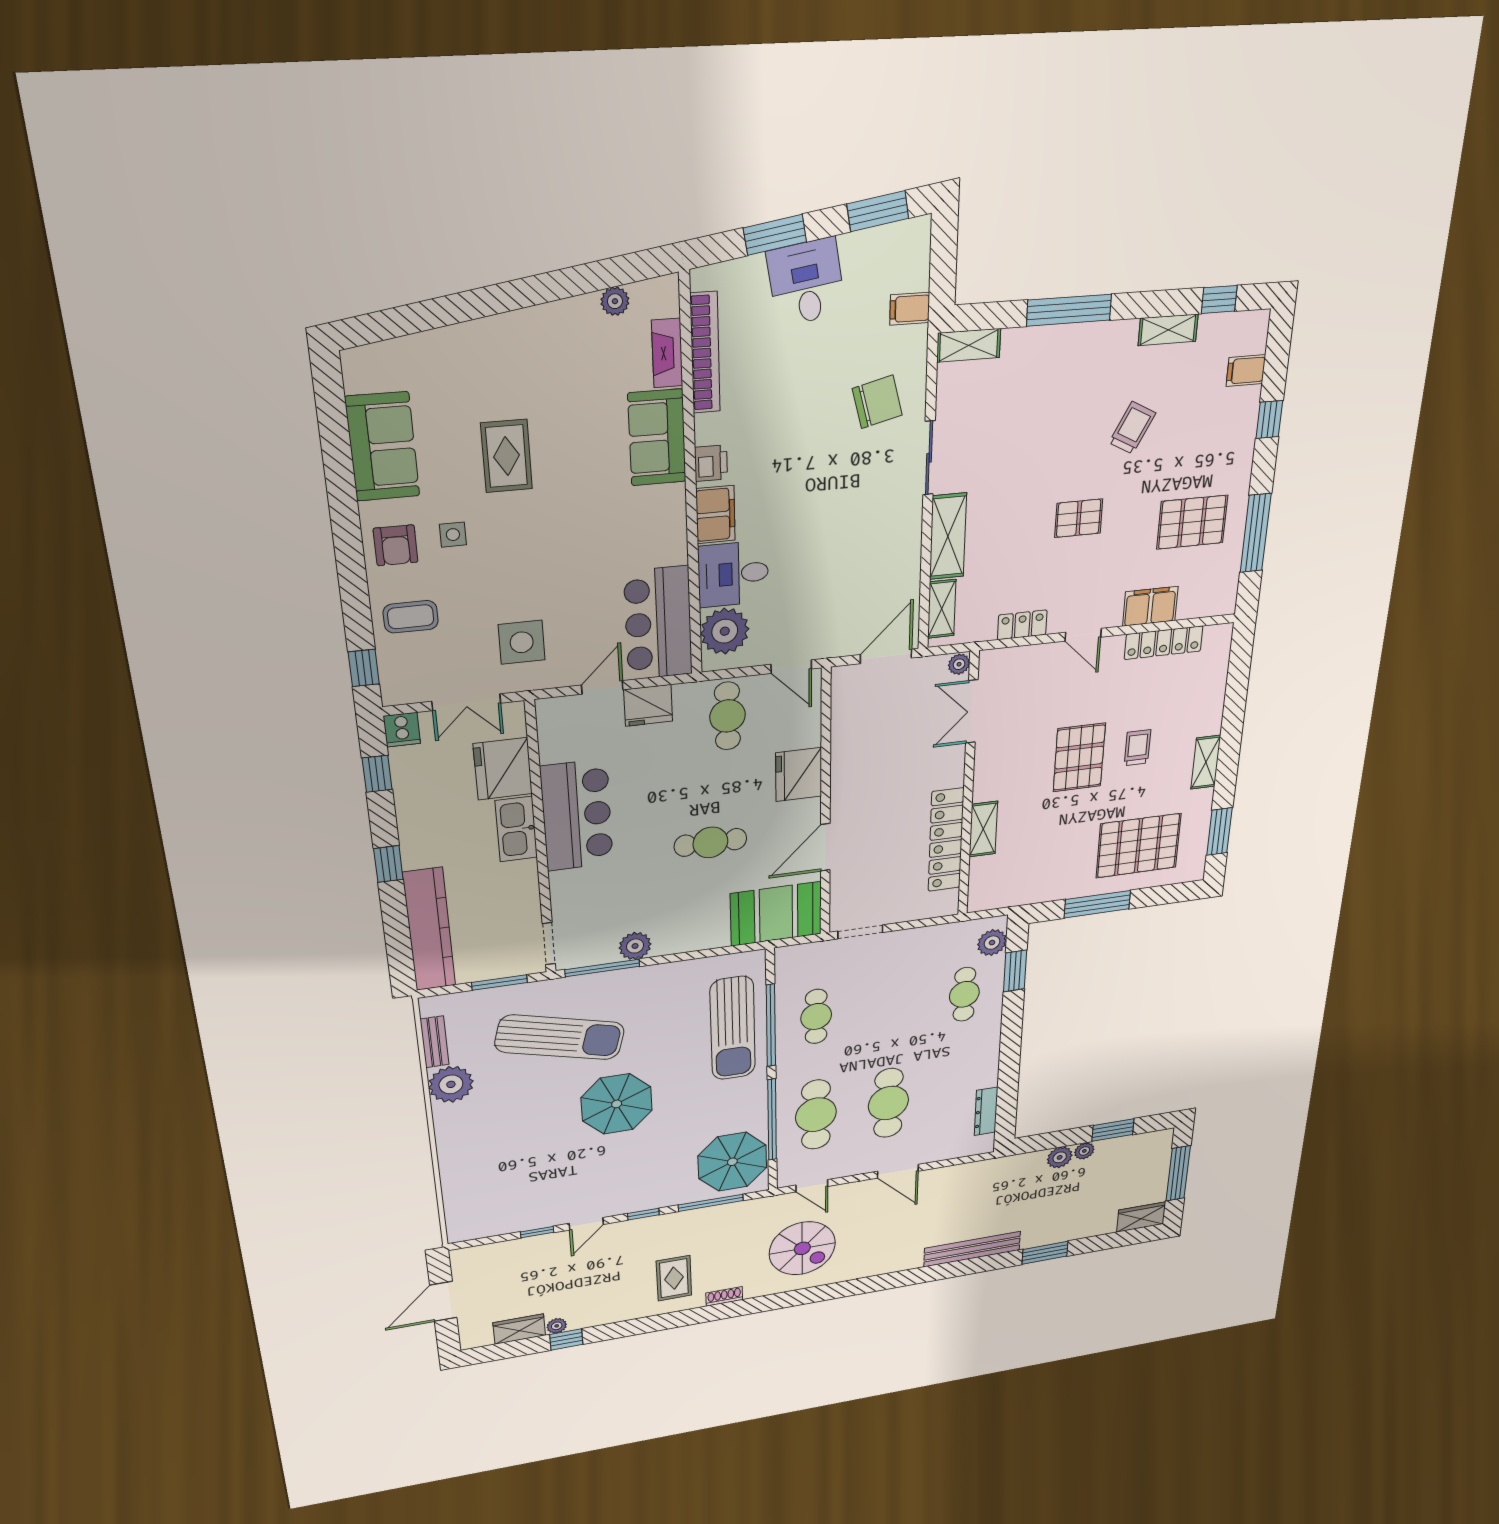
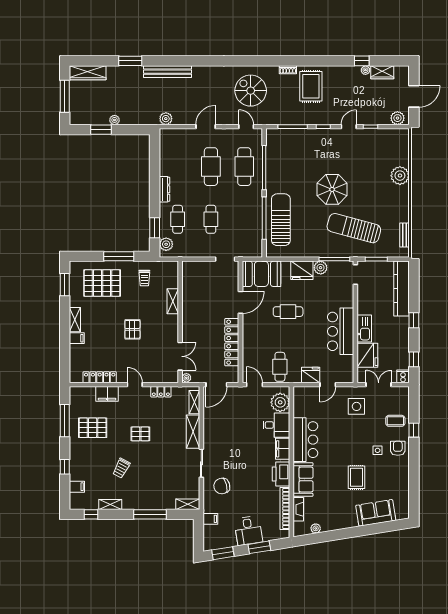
sofa: (382, 447) -> (376, 513), moved, turned 81
printer: (711, 463) -> (281, 474), width x1.87, depth x1.48
bar counter: (658, 623) -> (305, 440), moved
window: (364, 668) -> (414, 430), moved
filing cabinet: (1206, 723) -> (77, 338), added
trolley: (1137, 748) -> (144, 278), moved
pallet: (1079, 758) -> (132, 329), width x0.67, depth x0.71
fridge: (799, 775) -> (302, 270), moved, turned 90
locker: (946, 840) -> (232, 342), moved, turned 180
cafe table: (816, 1017) -> (211, 219), moved
plant: (451, 1084) -> (400, 176), moved
dresser: (986, 1111) -> (164, 189), moved
plant: (1060, 1157) -> (166, 119), moved
parasol: (732, 1162) -> (282, 148), removed
door: (898, 1171) -> (206, 127), hinge flipped
wardrobe: (1141, 1217) -> (88, 73), width x1.50
plant: (477, 1258) -> (397, 118), added
rug: (674, 1278) -> (311, 86), width x1.36, depth x1.43

